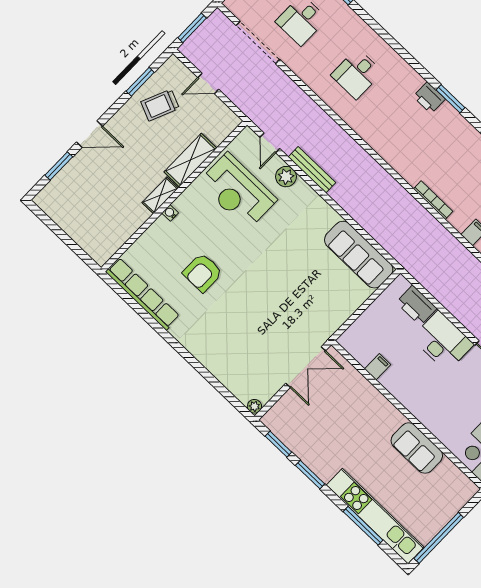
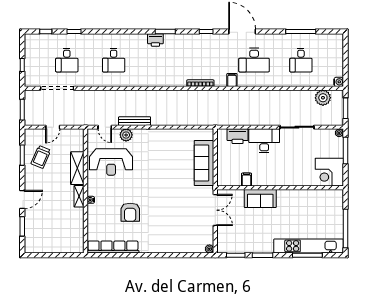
sofa: (359, 255) -> (204, 163), moved, turned 90
sofa: (417, 448) -> (260, 198), moved

